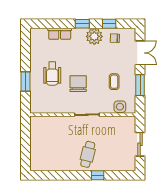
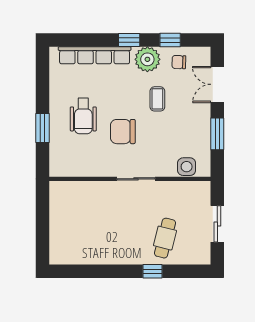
row of seats: (60, 34) -> (95, 55), width x2.02
double door: (140, 53) -> (217, 84), swing flipped
coffee table: (114, 82) -> (157, 99), moved
chair: (78, 84) -> (123, 132), turned -90
cafe table: (88, 154) -> (165, 238), moved

